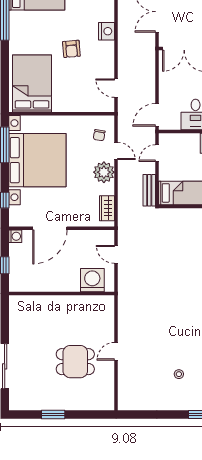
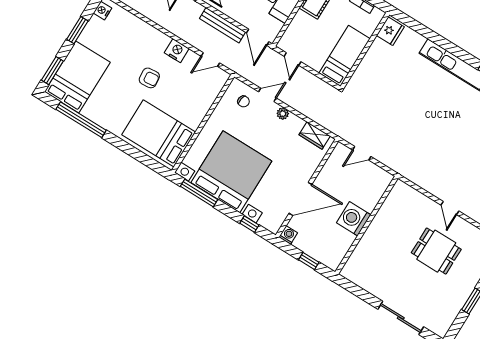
nightstand: (107, 31) -> (177, 51), moved
plant: (104, 172) -> (283, 114), width x0.53, depth x0.53
bench: (149, 190) -> (222, 25), moved, width x1.36
door: (50, 228) -> (300, 199), hinge flipped
washing machine: (92, 280) -> (354, 219), moved
dining table: (75, 362) -> (436, 251), turned 90

